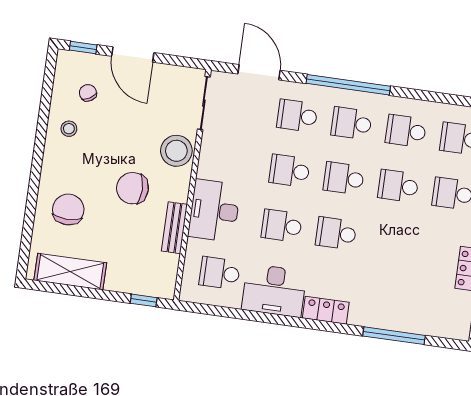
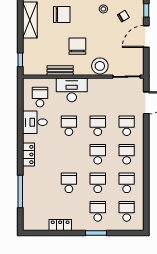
window: (348, 85) -> (146, 150), removed
school desk: (336, 233) -> (69, 183), moved
desk: (274, 290) -> (35, 122), width x0.73

